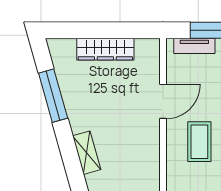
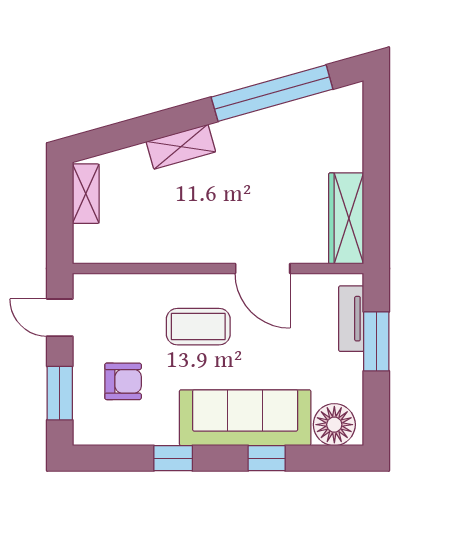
wardrobe: (105, 49) -> (346, 218), moved
window: (53, 96) -> (272, 93), width x1.46

